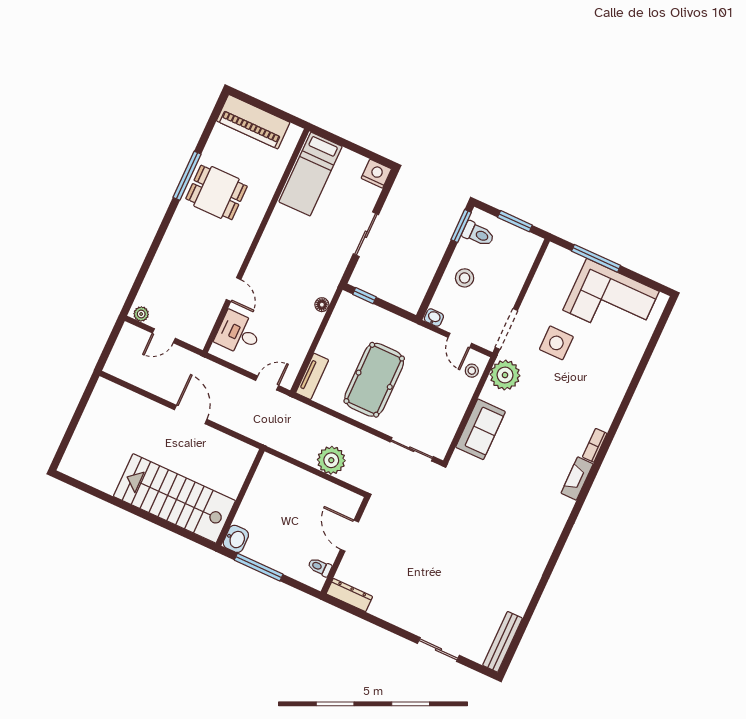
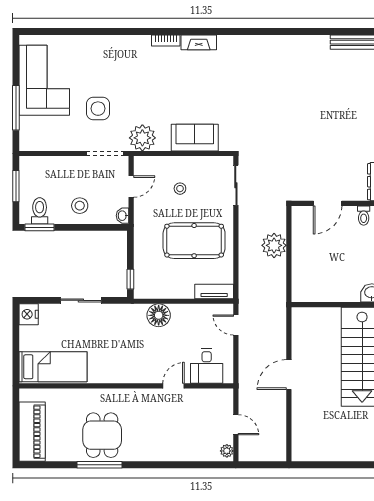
floor lamp: (322, 305) -> (159, 315), width x1.89, depth x1.89
stool: (472, 371) -> (180, 189), moved

